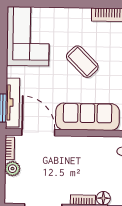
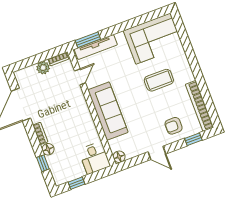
coffee table: (82, 62) -> (159, 80), moved, turned 45
door: (38, 132) -> (80, 77), width x0.53

